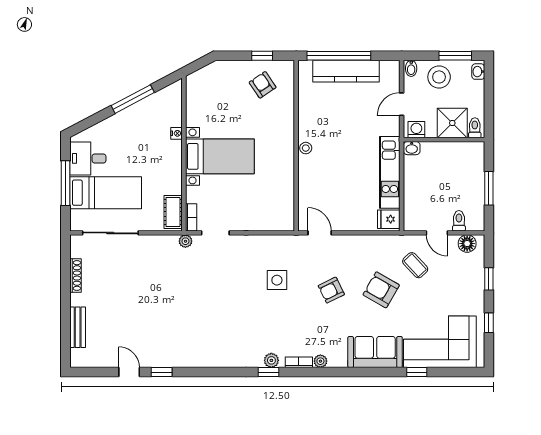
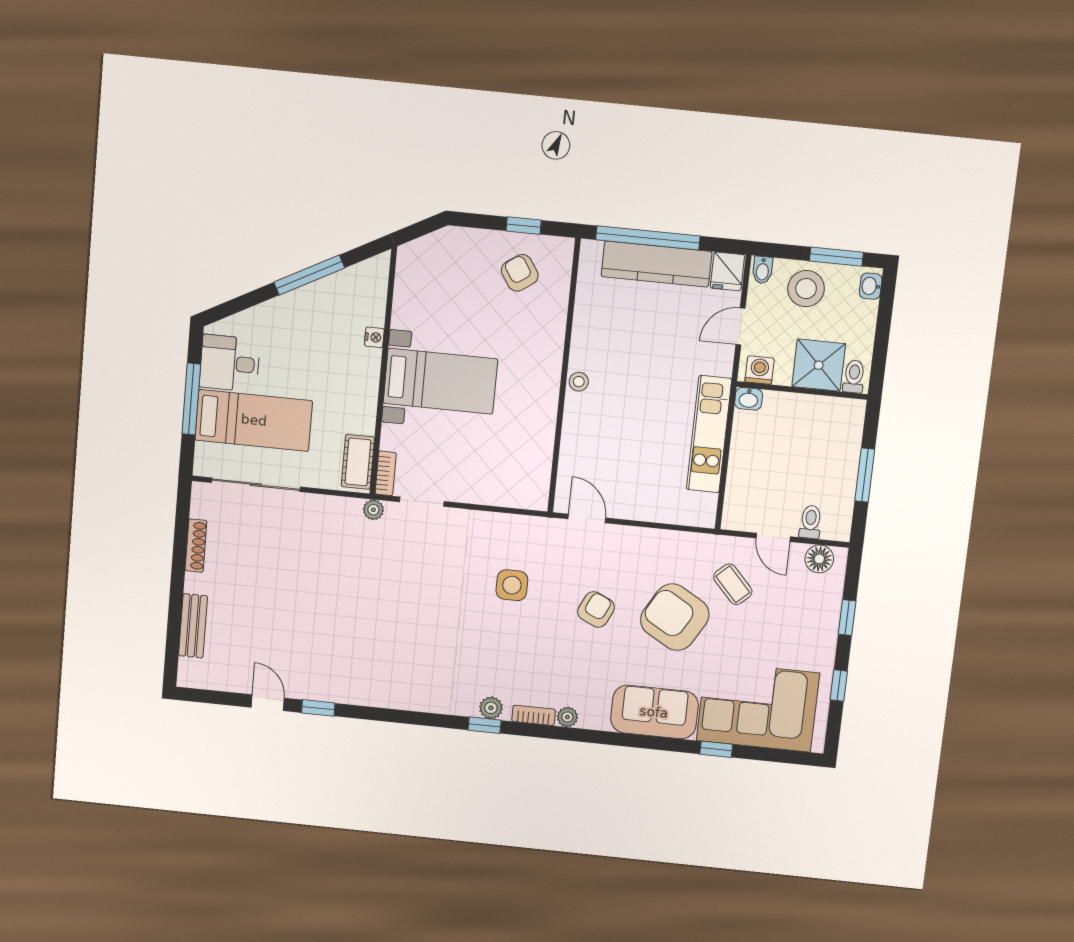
fridge: (389, 219) -> (727, 271), moved, turned -90
armchair: (331, 290) -> (596, 609), turned 141
armchair: (381, 290) -> (675, 617), width x1.36, depth x1.36

